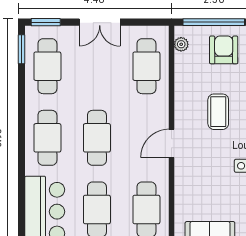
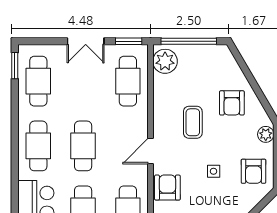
window: (46, 22) -> (129, 41), moved
plant: (181, 44) -> (165, 61), width x1.87, depth x1.87
armchair: (224, 50) -> (167, 188), moved

